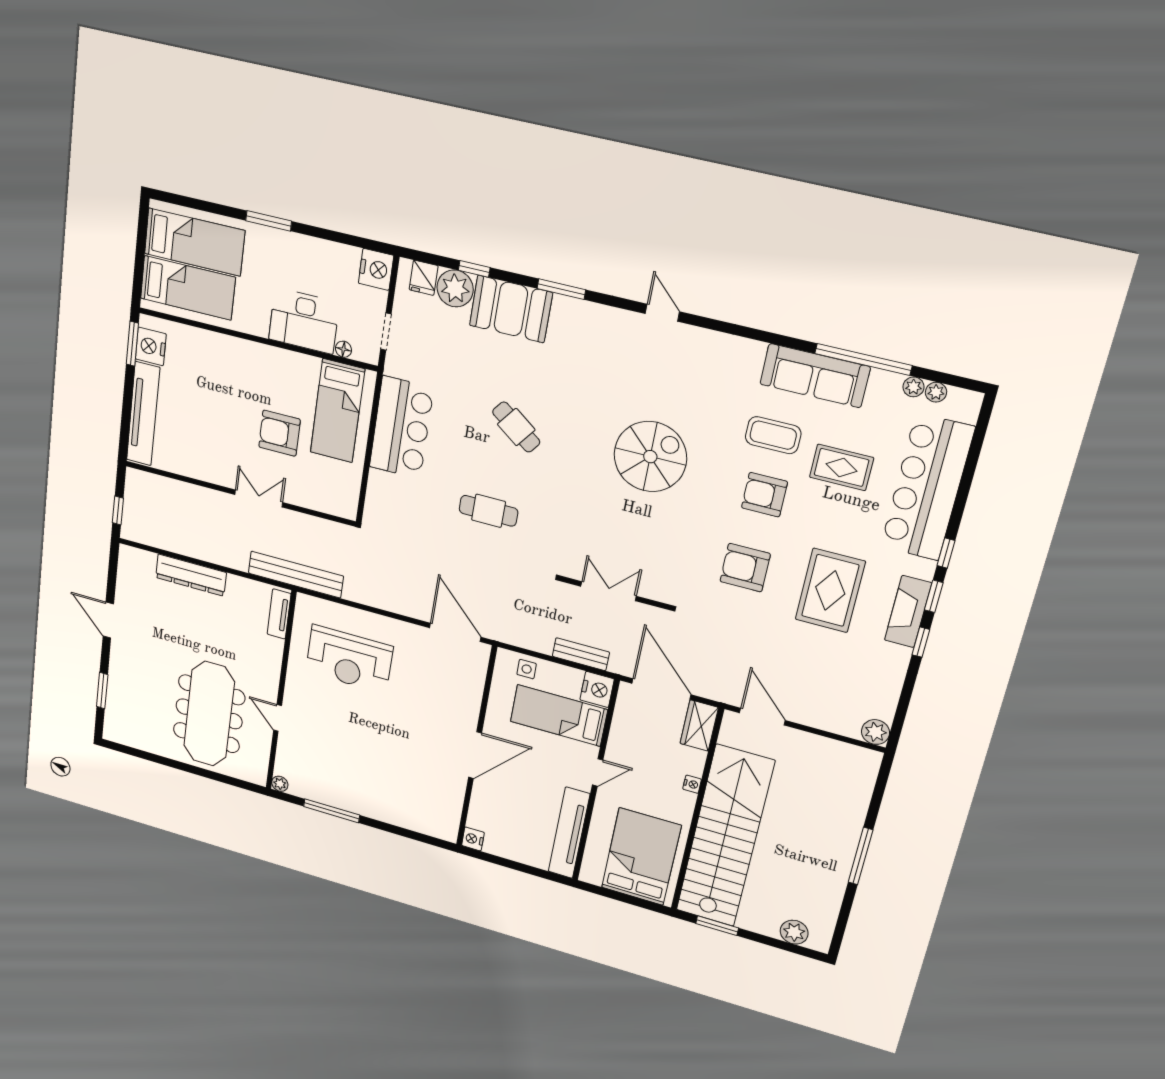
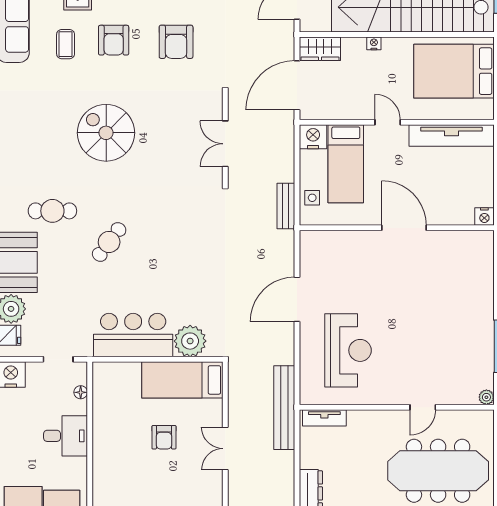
desk: (304, 321) -> (66, 436), width x0.73
bed: (337, 411) -> (182, 380), moved, turned 180
armchair: (279, 433) -> (164, 437), width x0.72, depth x0.72
coffee table: (773, 435) -> (66, 44), width x0.73, depth x0.77
plant: (385, 491) -> (190, 341), added
cafe table: (489, 511) -> (52, 211), moved, turned 90
door: (455, 632) -> (297, 299), moved
bench: (581, 654) -> (286, 206), moved

